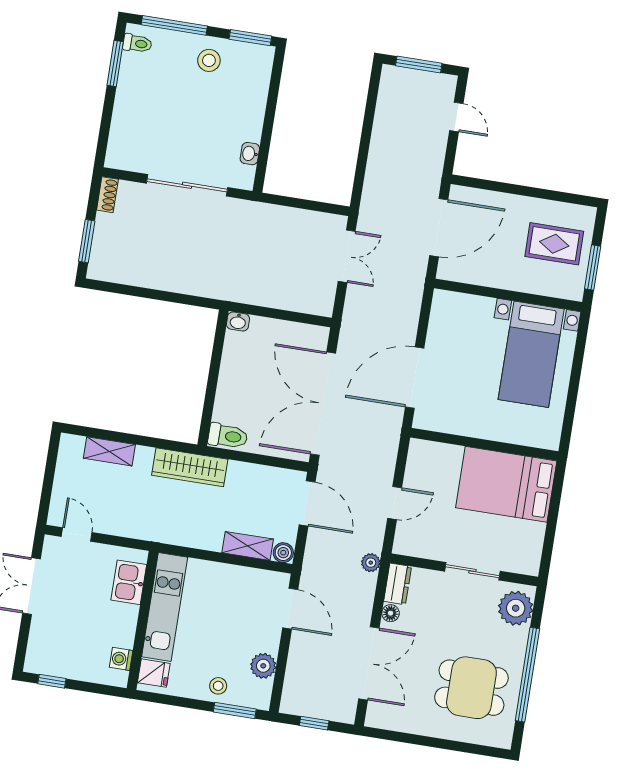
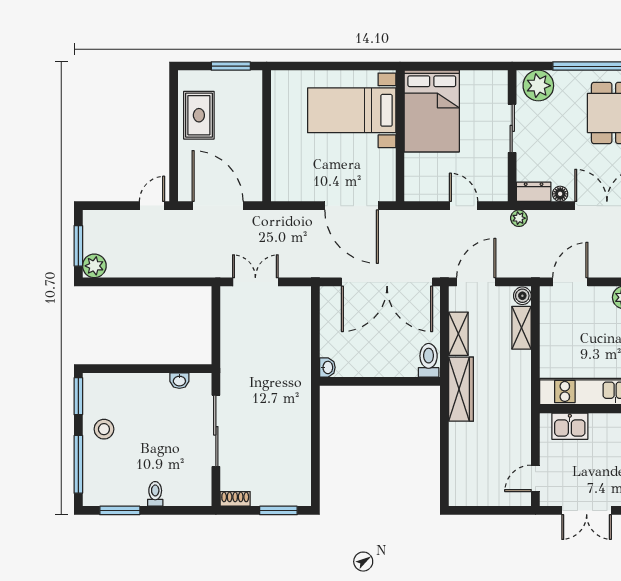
toilet: (137, 43) -> (155, 494), moved
plant: (393, 79) -> (94, 266), added
door: (456, 117) -> (152, 206), moved
rug: (554, 244) -> (199, 115), moved
bed with nightstands: (531, 354) -> (352, 110), moved, turned 180
shelving: (109, 451) -> (458, 334), moved

